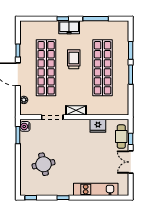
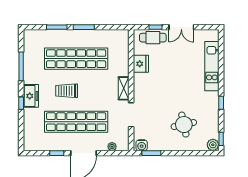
plant: (25, 190) -> (213, 145), added

